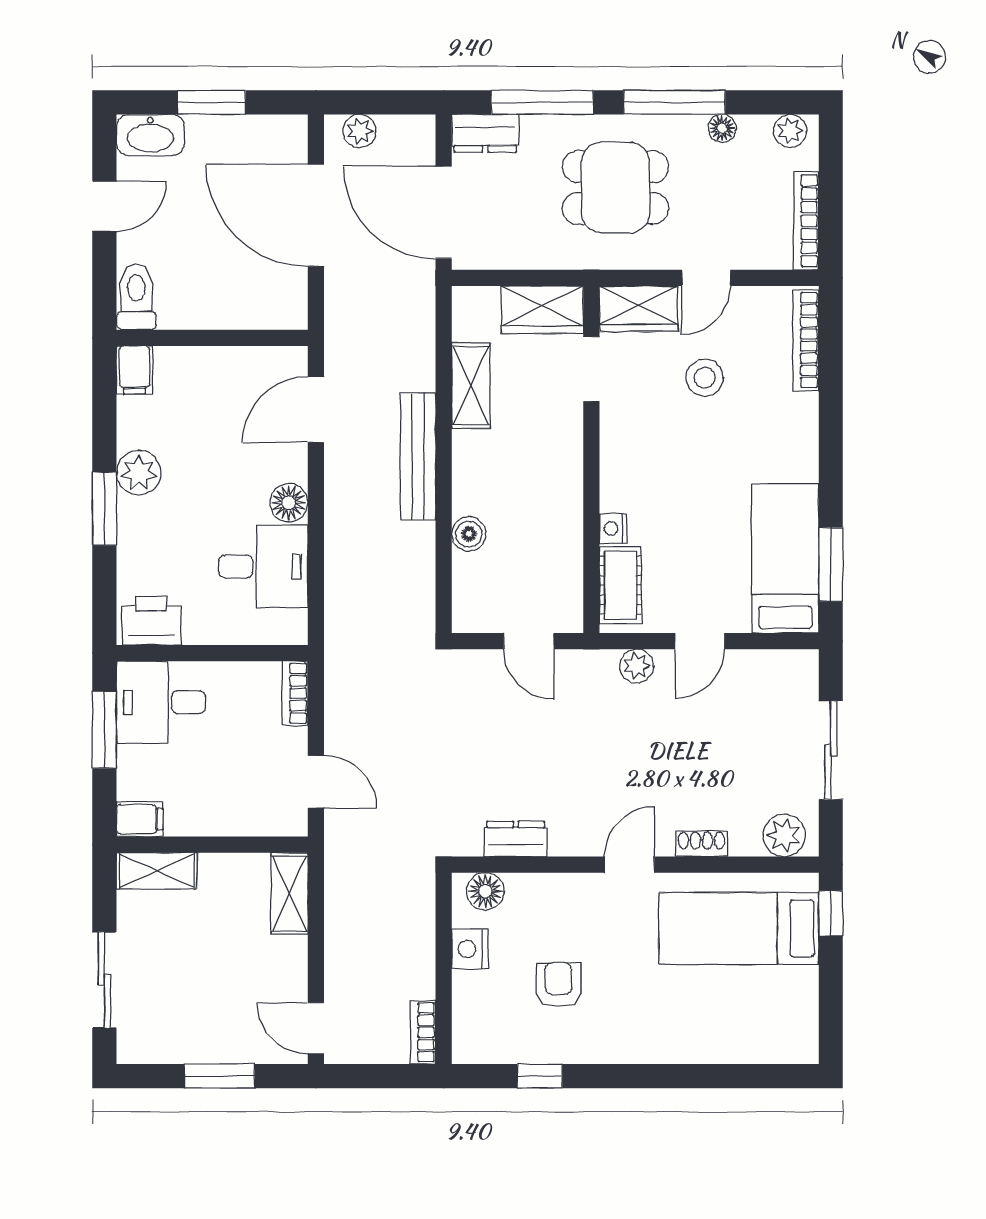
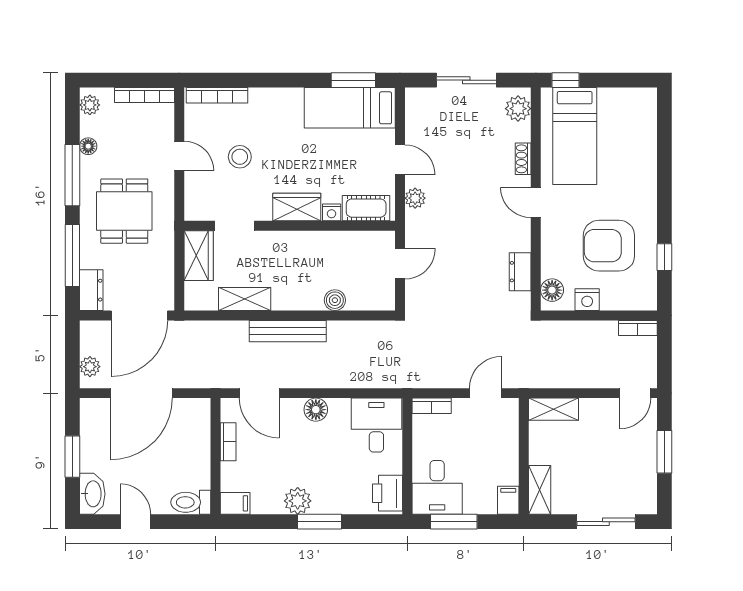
wardrobe: (639, 309) -> (297, 207), moved, turned -90
bookcase: (236, 358) -> (228, 442), added
desk: (263, 566) -> (376, 425), moved
armchair: (559, 985) -> (609, 246), width x1.88, depth x1.88

